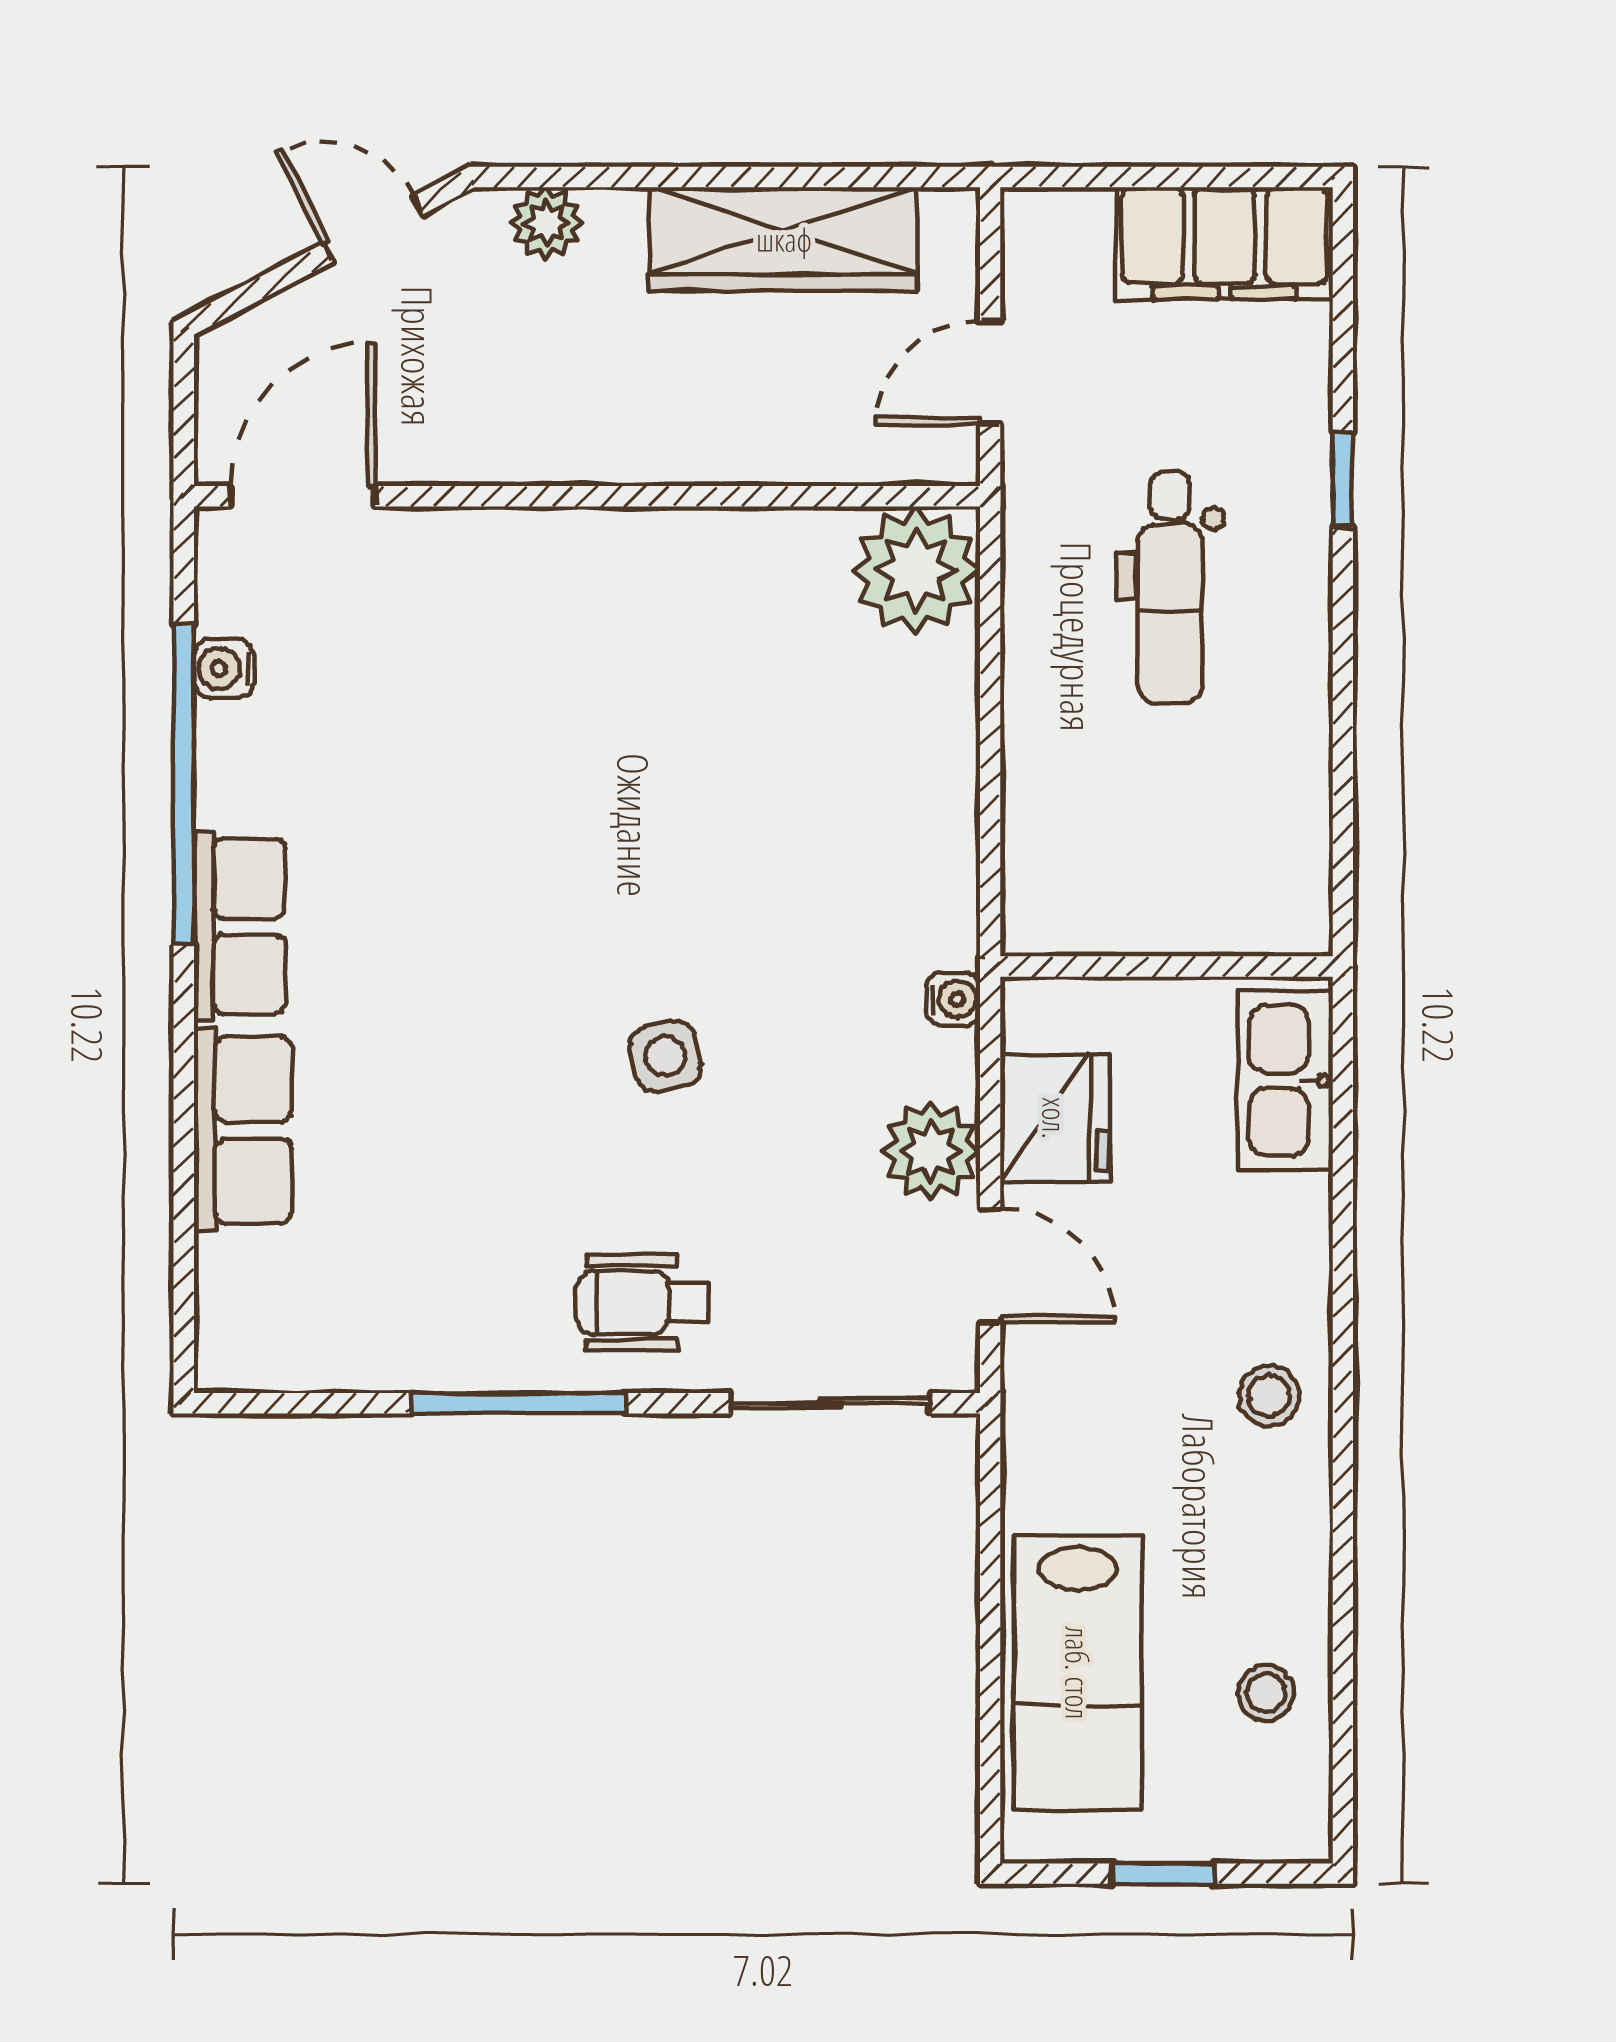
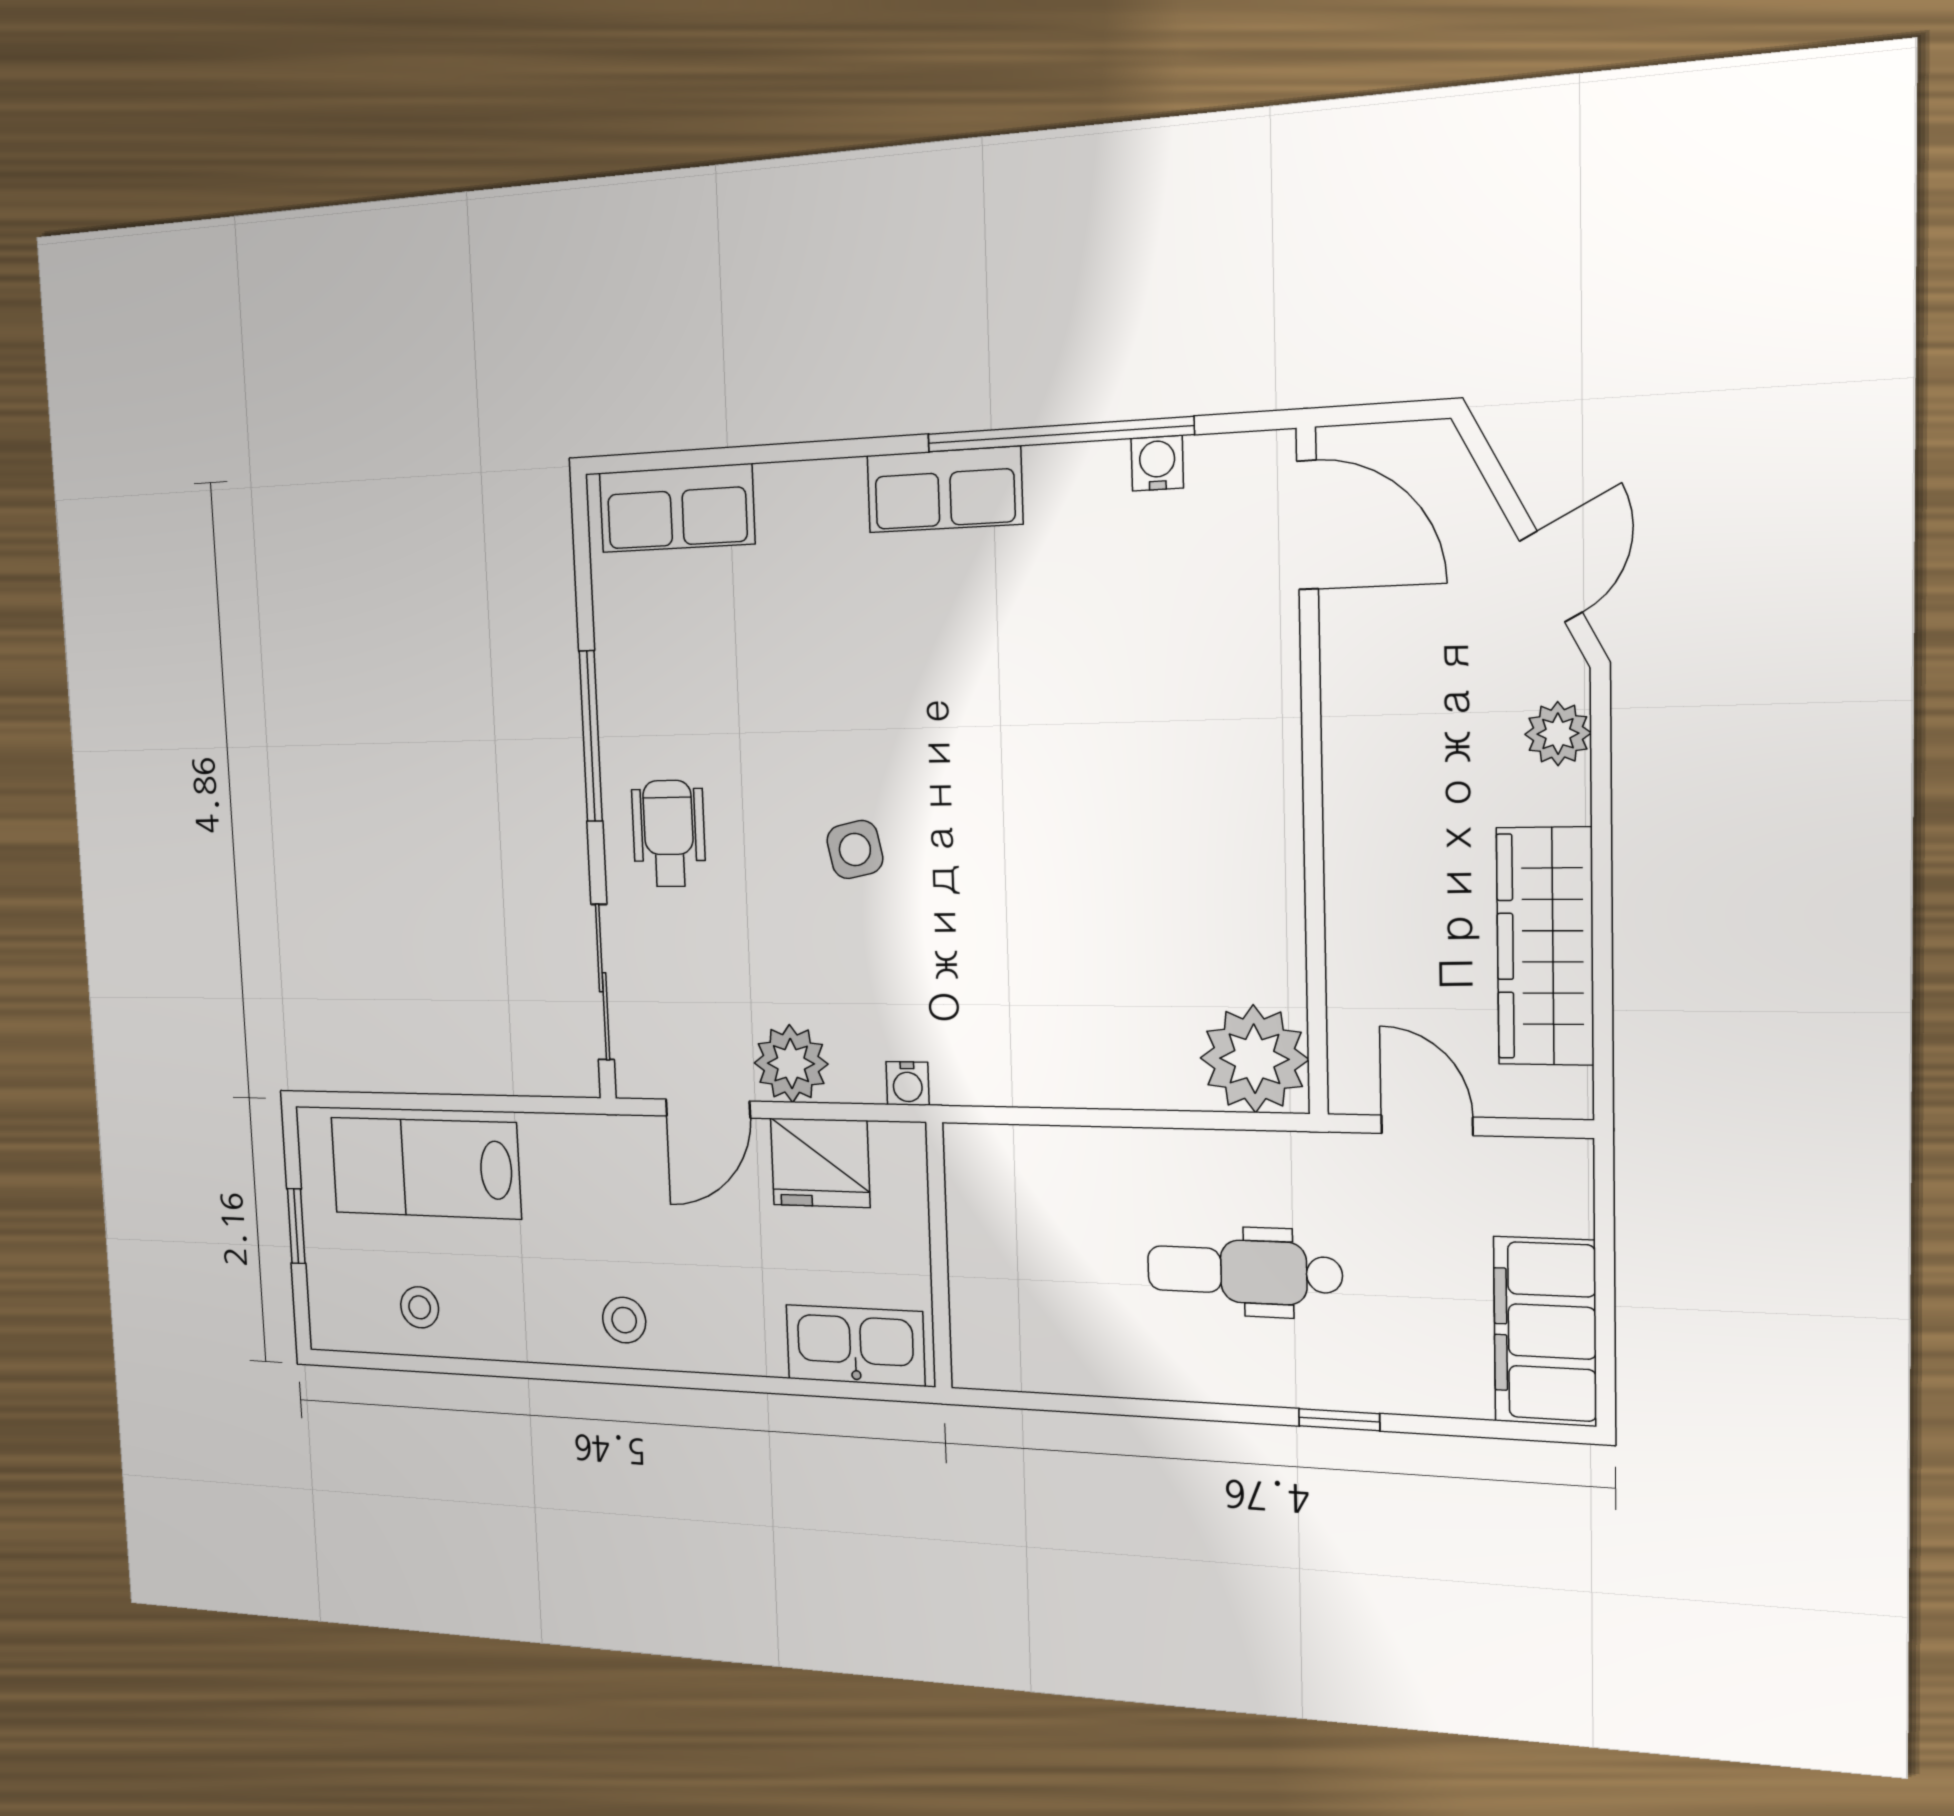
row of seats: (243, 1130) -> (677, 508), moved

